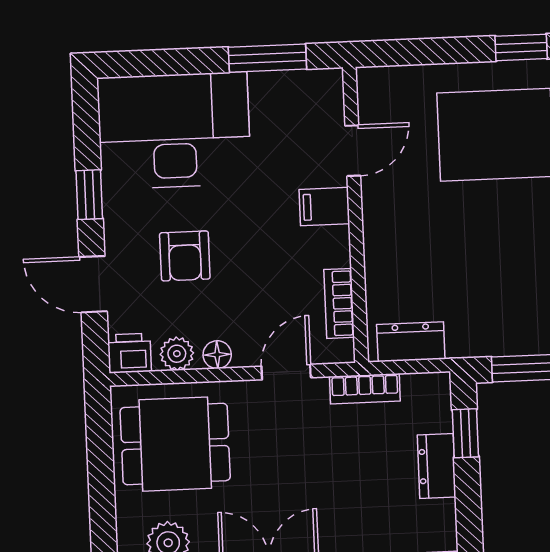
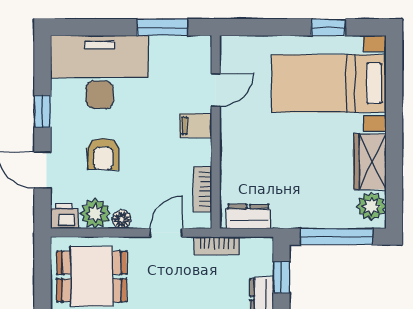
plant: (177, 354) -> (95, 214), width x1.38, depth x1.38

